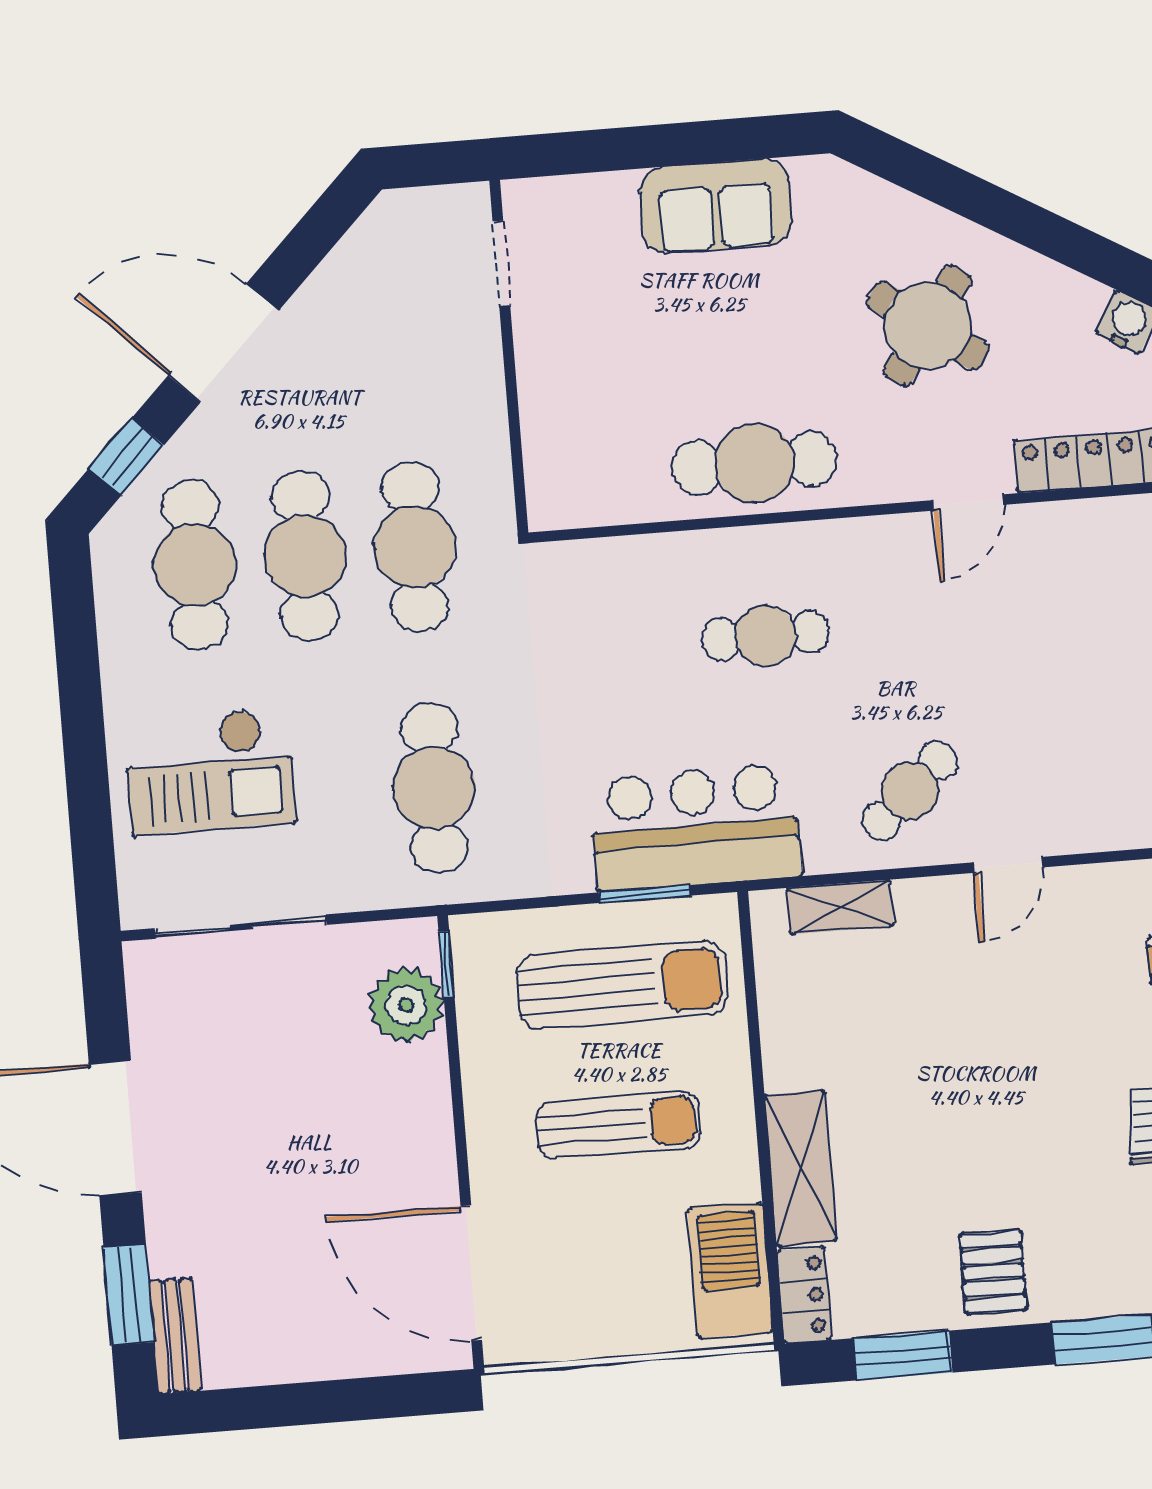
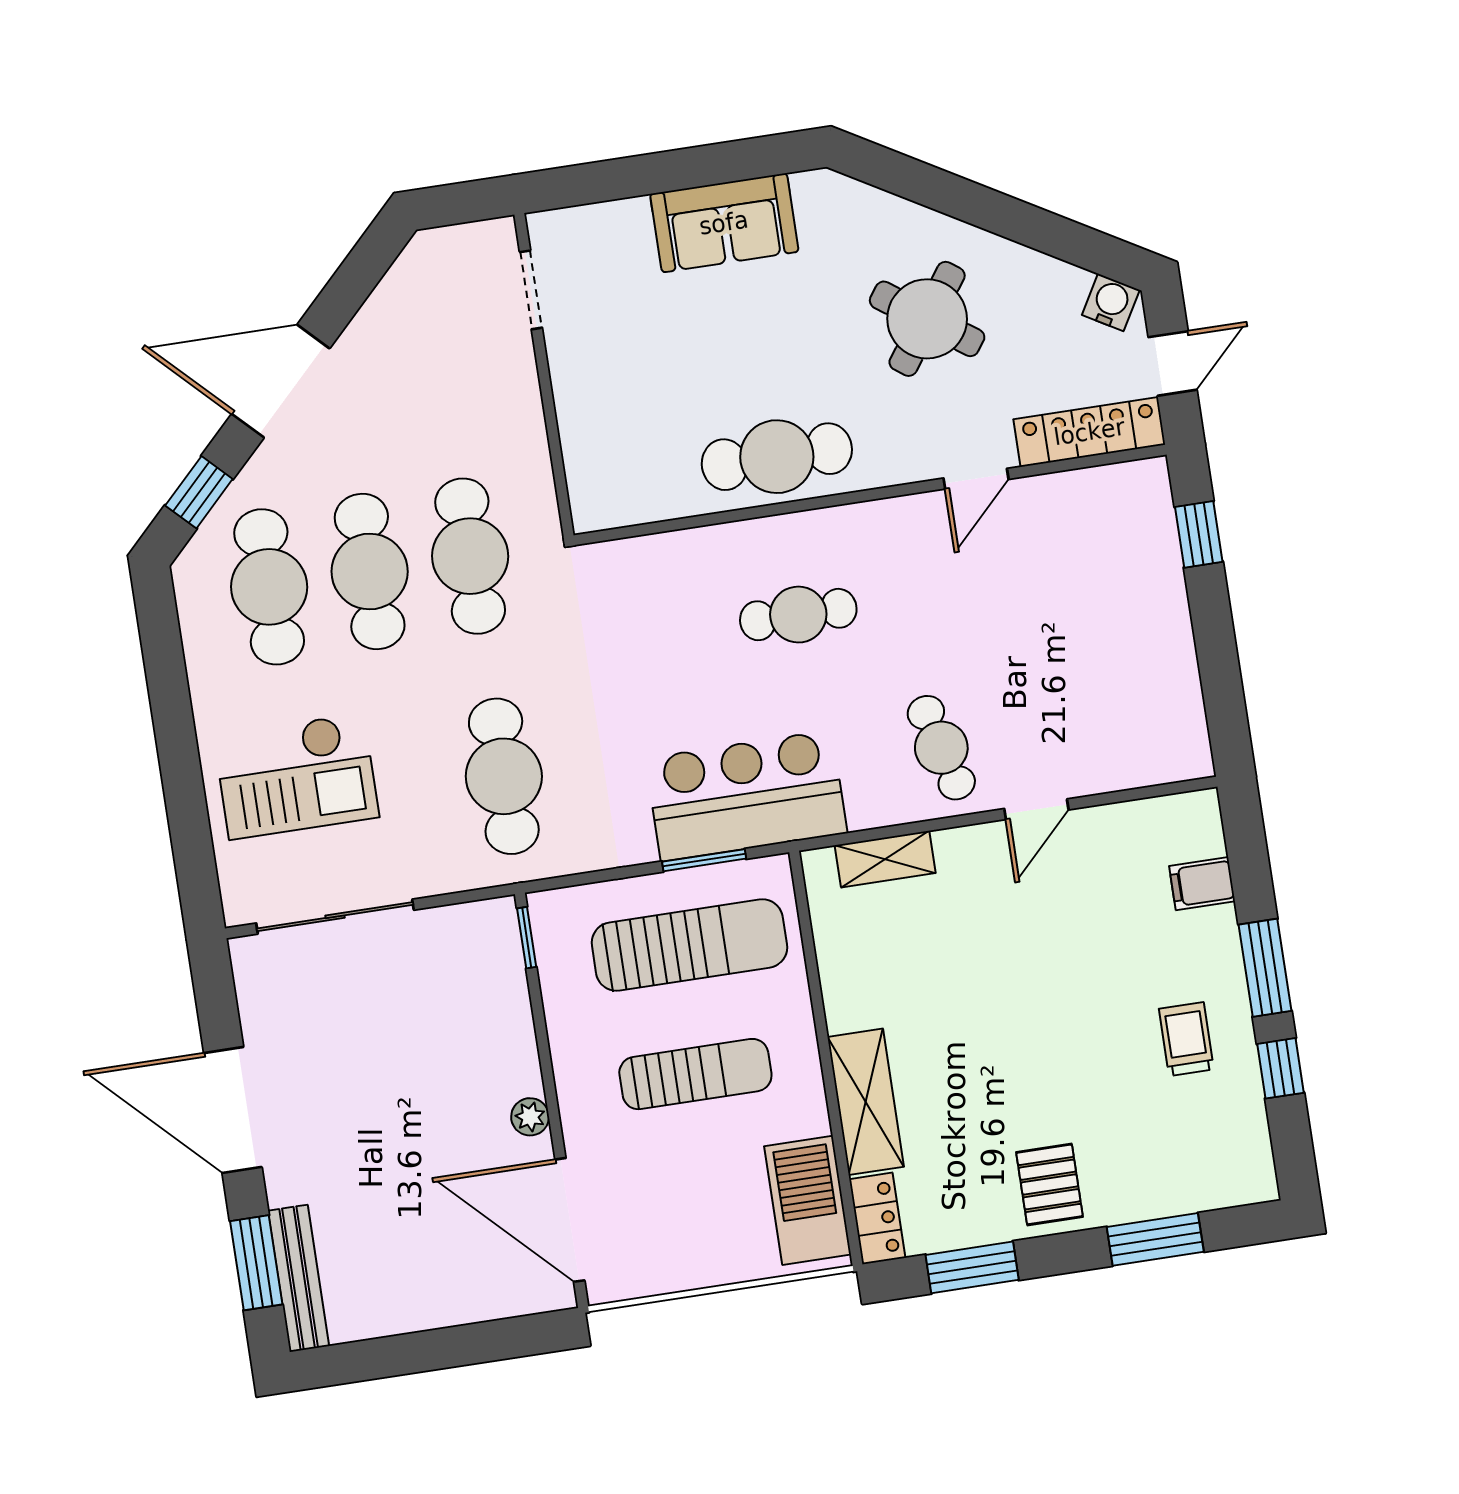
cafe table: (910, 791) -> (941, 748), turned -63
plant: (406, 1005) -> (530, 1117), moved, width x0.53, depth x0.53
bench: (175, 1336) -> (299, 1278), width x1.36

